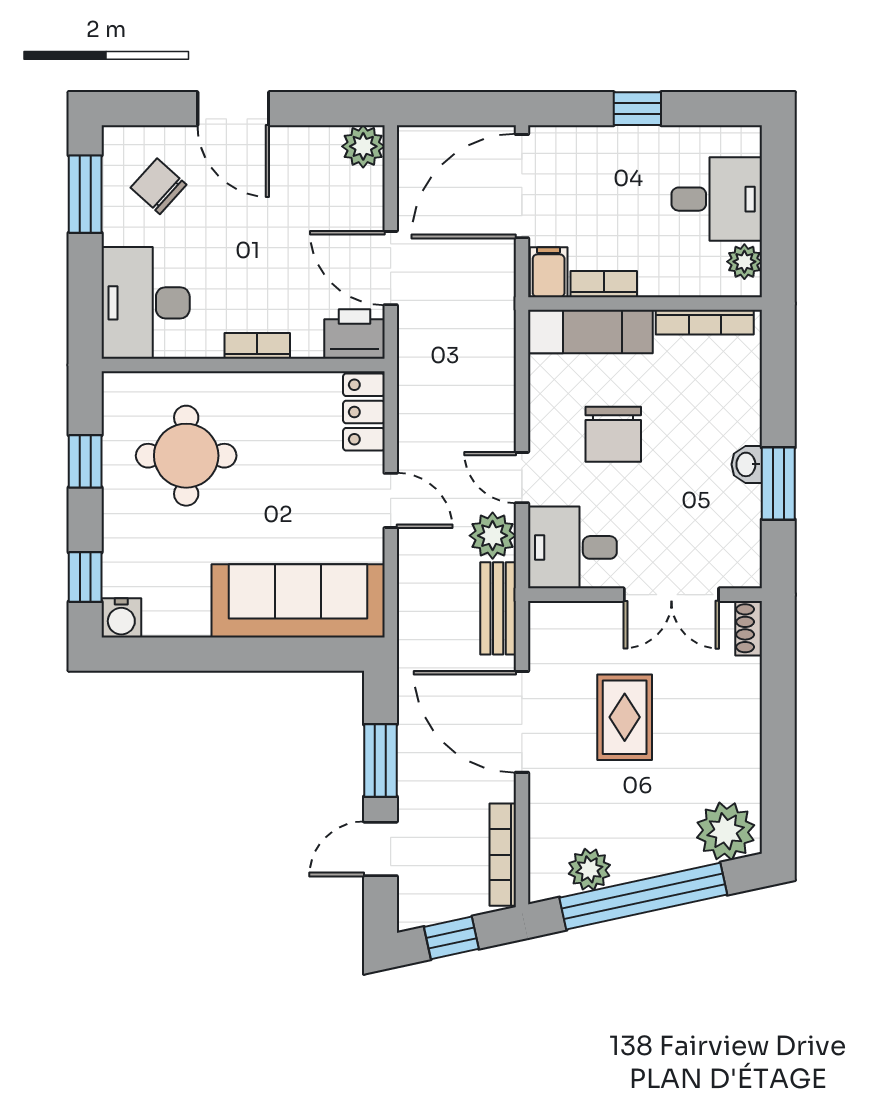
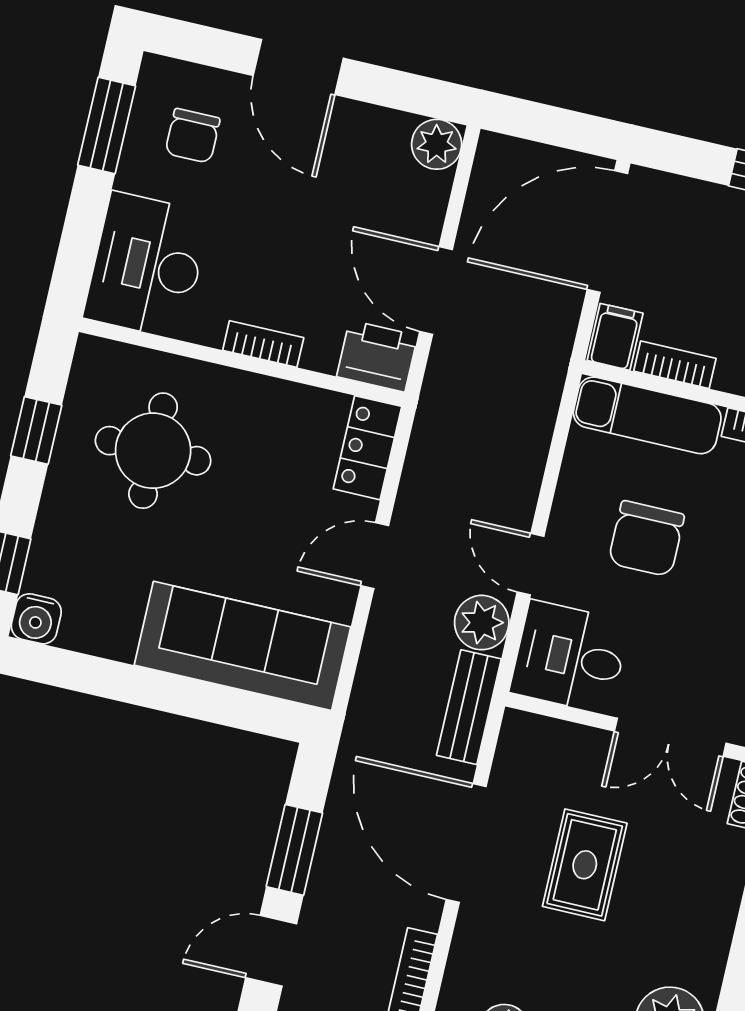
chair: (159, 186) -> (193, 136), turned -132
door: (391, 500) -> (375, 556), swing flipped

